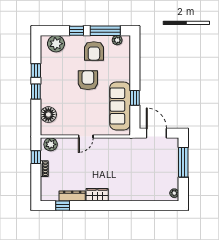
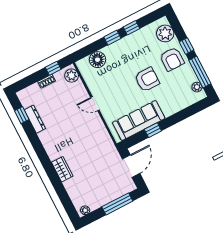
armchair: (94, 51) -> (172, 59), moved, turned -90
wardrobe: (97, 195) -> (62, 169), moved

